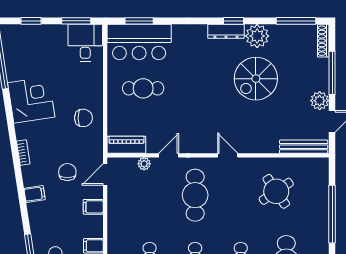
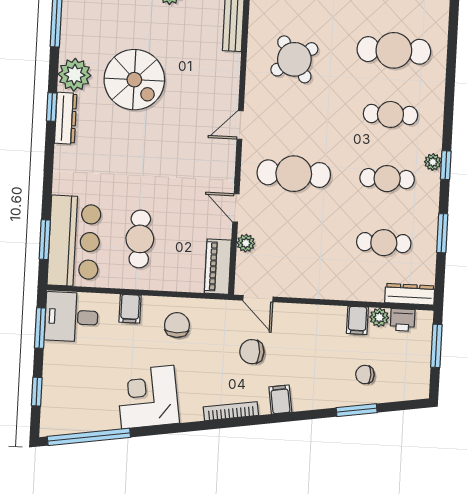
bookcase: (23, 153) -> (231, 411), width x1.56
filing cabinet: (93, 207) -> (130, 309), moved

